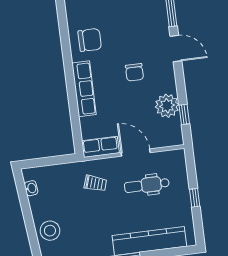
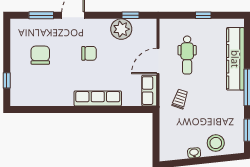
chair: (90, 40) -> (40, 55), moved
washbasin: (31, 188) -> (194, 153), moved

